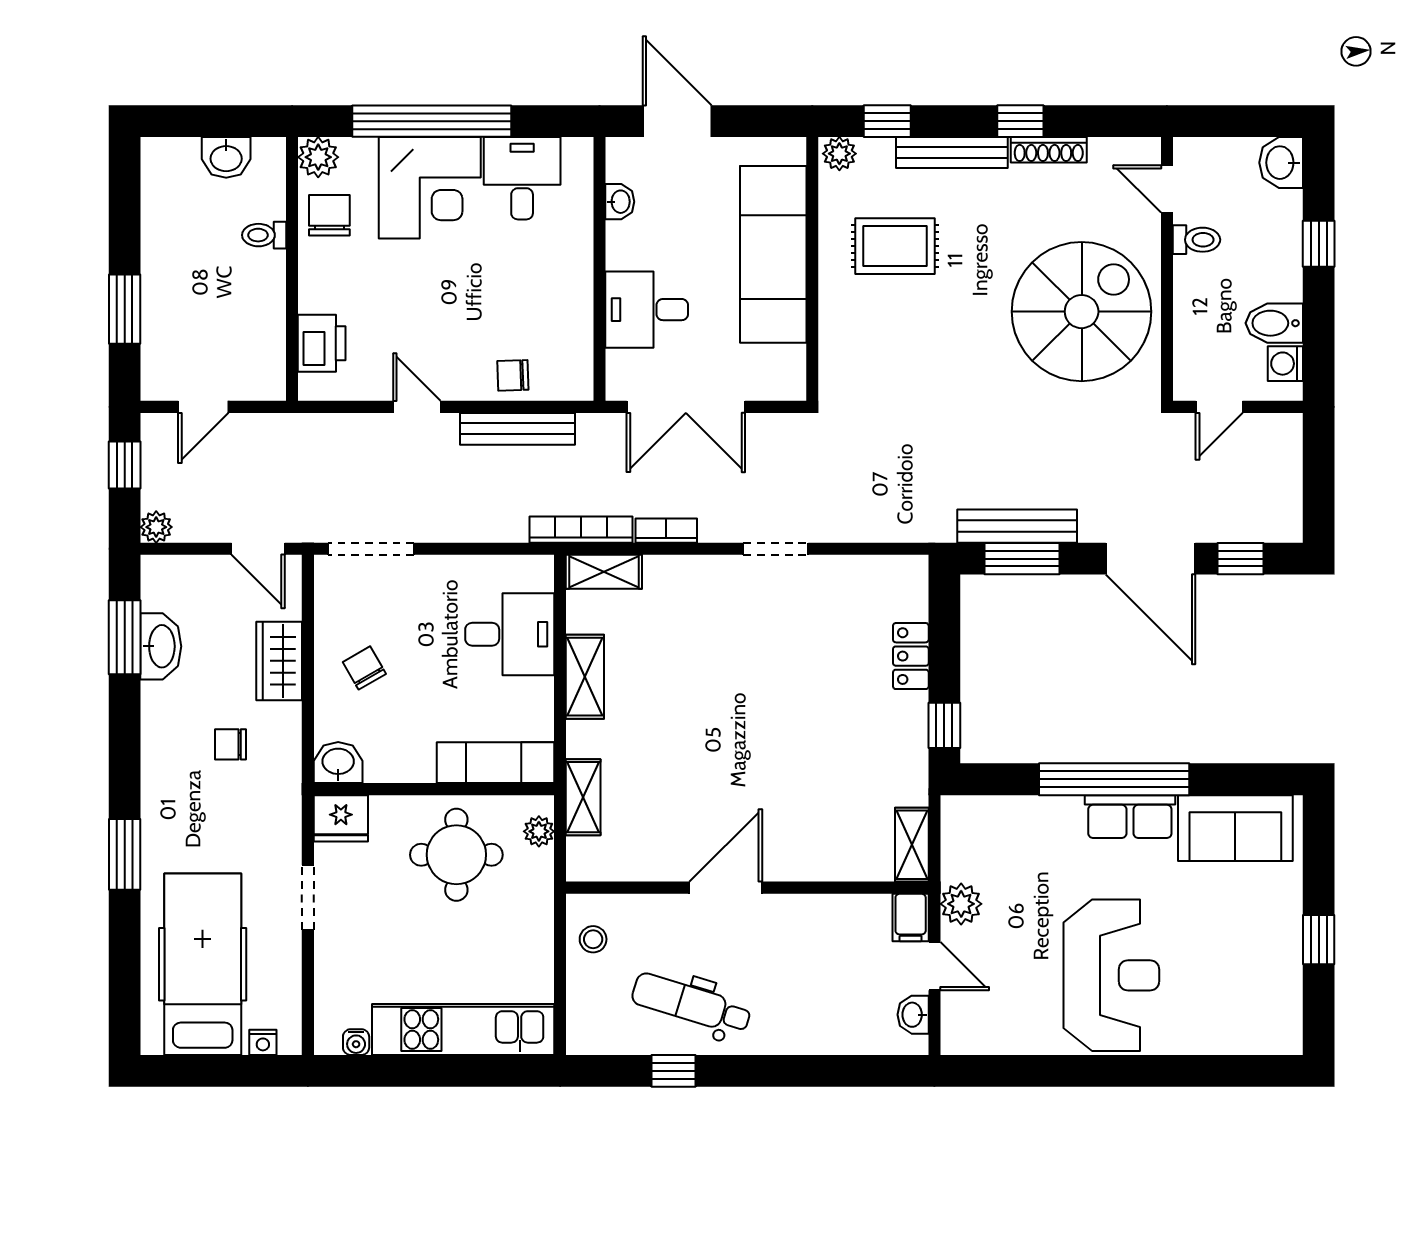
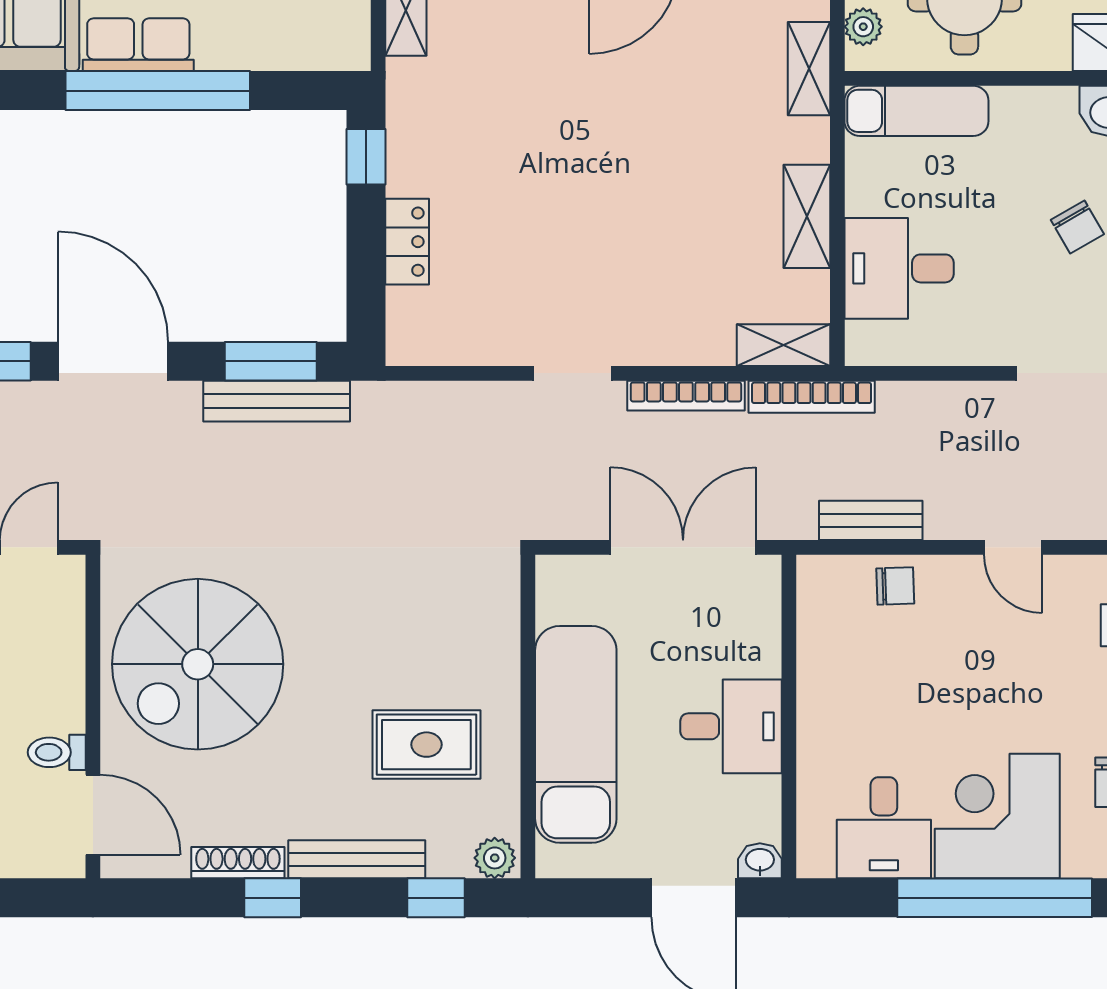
door: (1167, 189) -> (93, 815), width x1.38
washbasin: (620, 202) -> (760, 861), moved, turned 90
desk: (647, 310) -> (731, 726), moved
bench: (517, 429) -> (871, 520), width x0.73
bookcase: (666, 531) -> (686, 396), width x1.56

